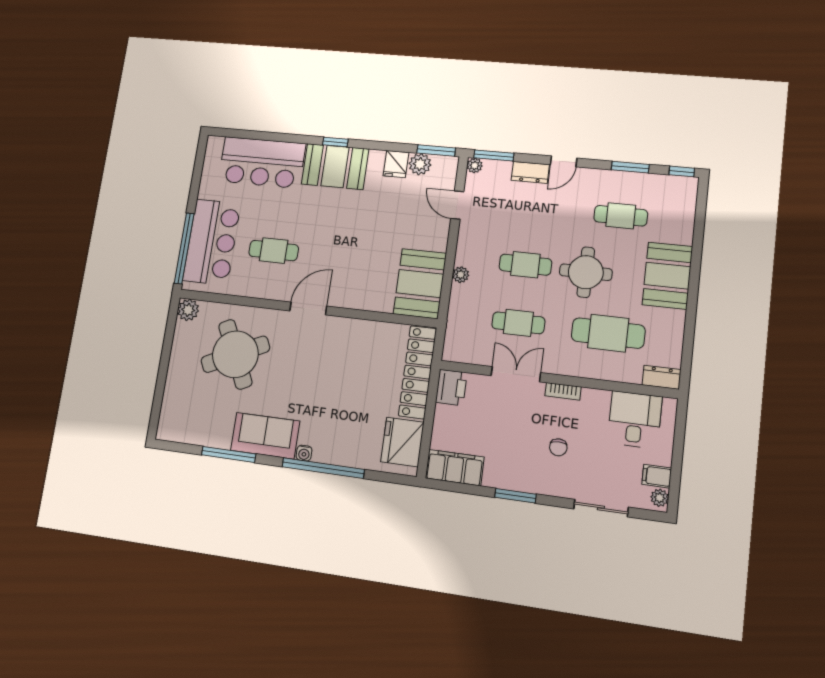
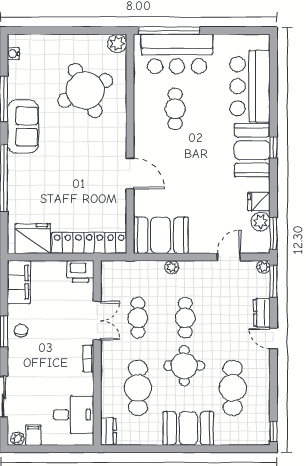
window: (630, 167) -> (273, 391), removed
cafe table: (621, 216) -> (233, 388), width x1.37, depth x1.35
door: (308, 309) -> (130, 173), moved
chair: (558, 447) -> (21, 330), moved, turned 90
water cooler: (304, 453) -> (13, 54), moved

